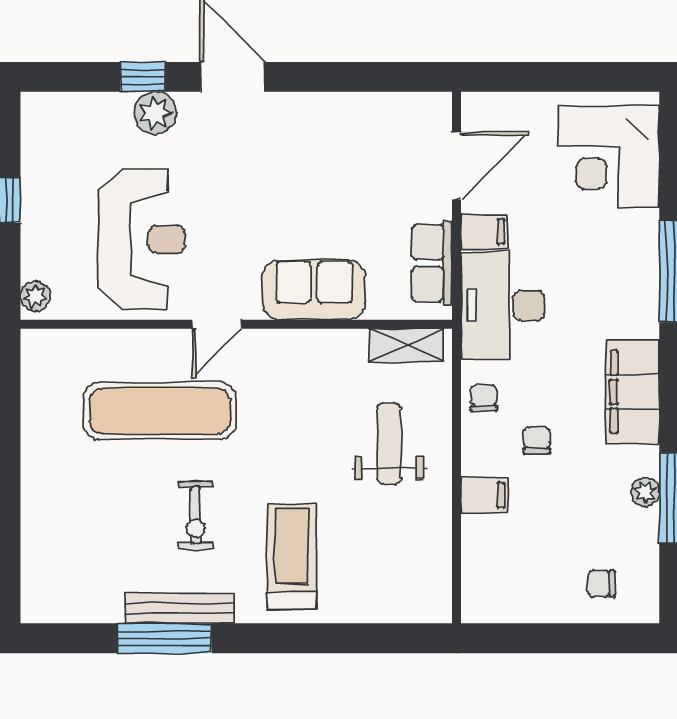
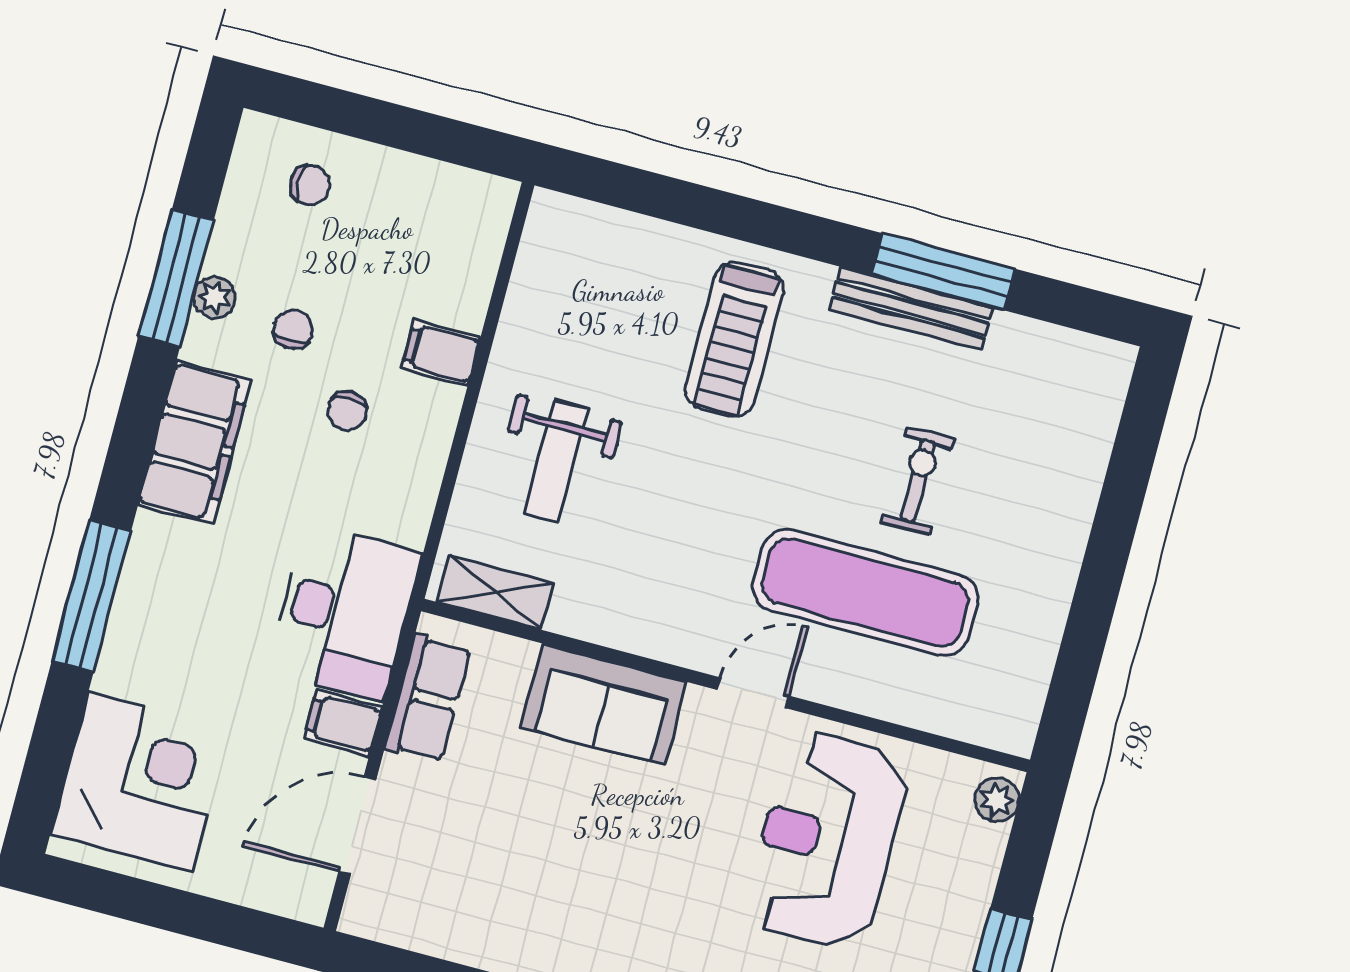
chair: (484, 398) -> (293, 329), moved, turned 180
exercise bike: (196, 515) -> (918, 481), moved

